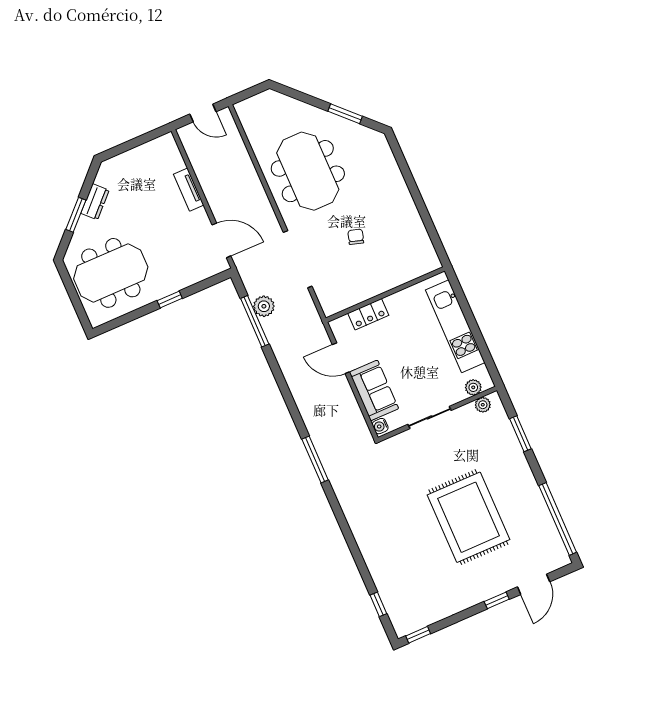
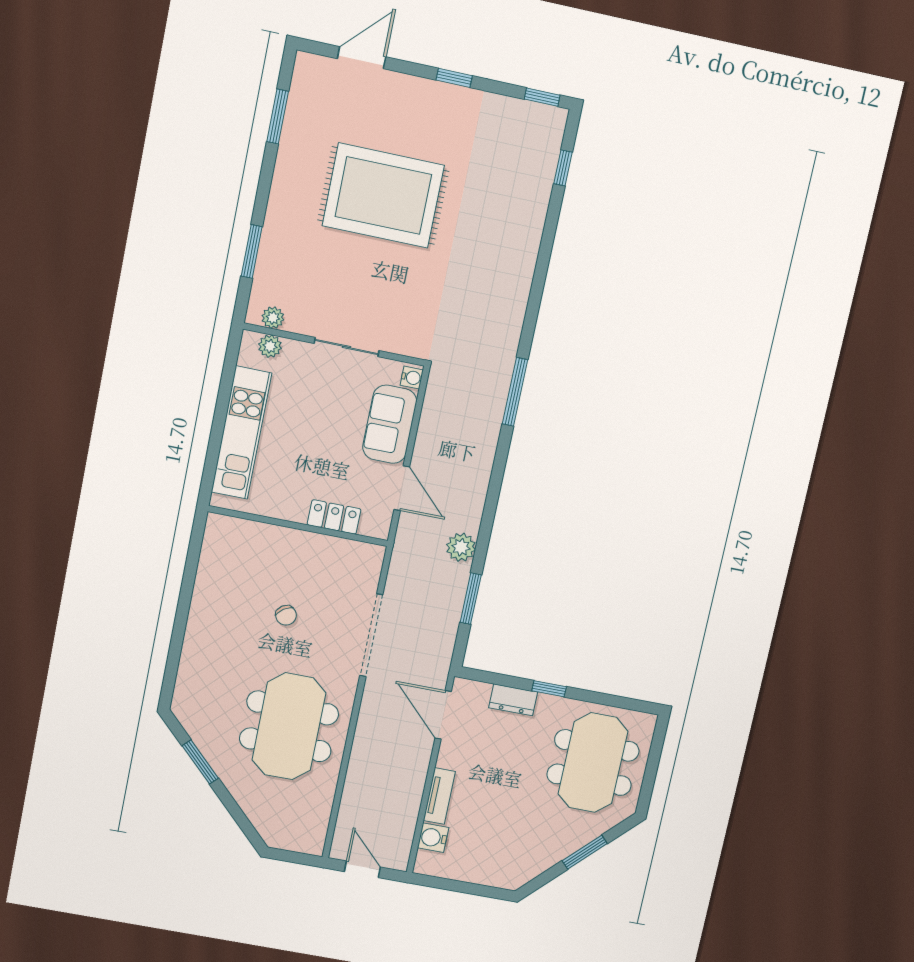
water cooler: (174, 161) -> (433, 838), added
dresser: (95, 202) -> (513, 700), moved, turned -135
chair: (356, 237) -> (286, 615), turned -51
meeting table: (111, 273) -> (593, 763), turned 90
plant: (264, 306) -> (461, 547), moved
window: (255, 321) -> (471, 599), width x0.69
rug: (469, 517) -> (383, 196), turned 90
window: (558, 519) -> (278, 116), width x0.47
window: (497, 600) -> (454, 78), moved

